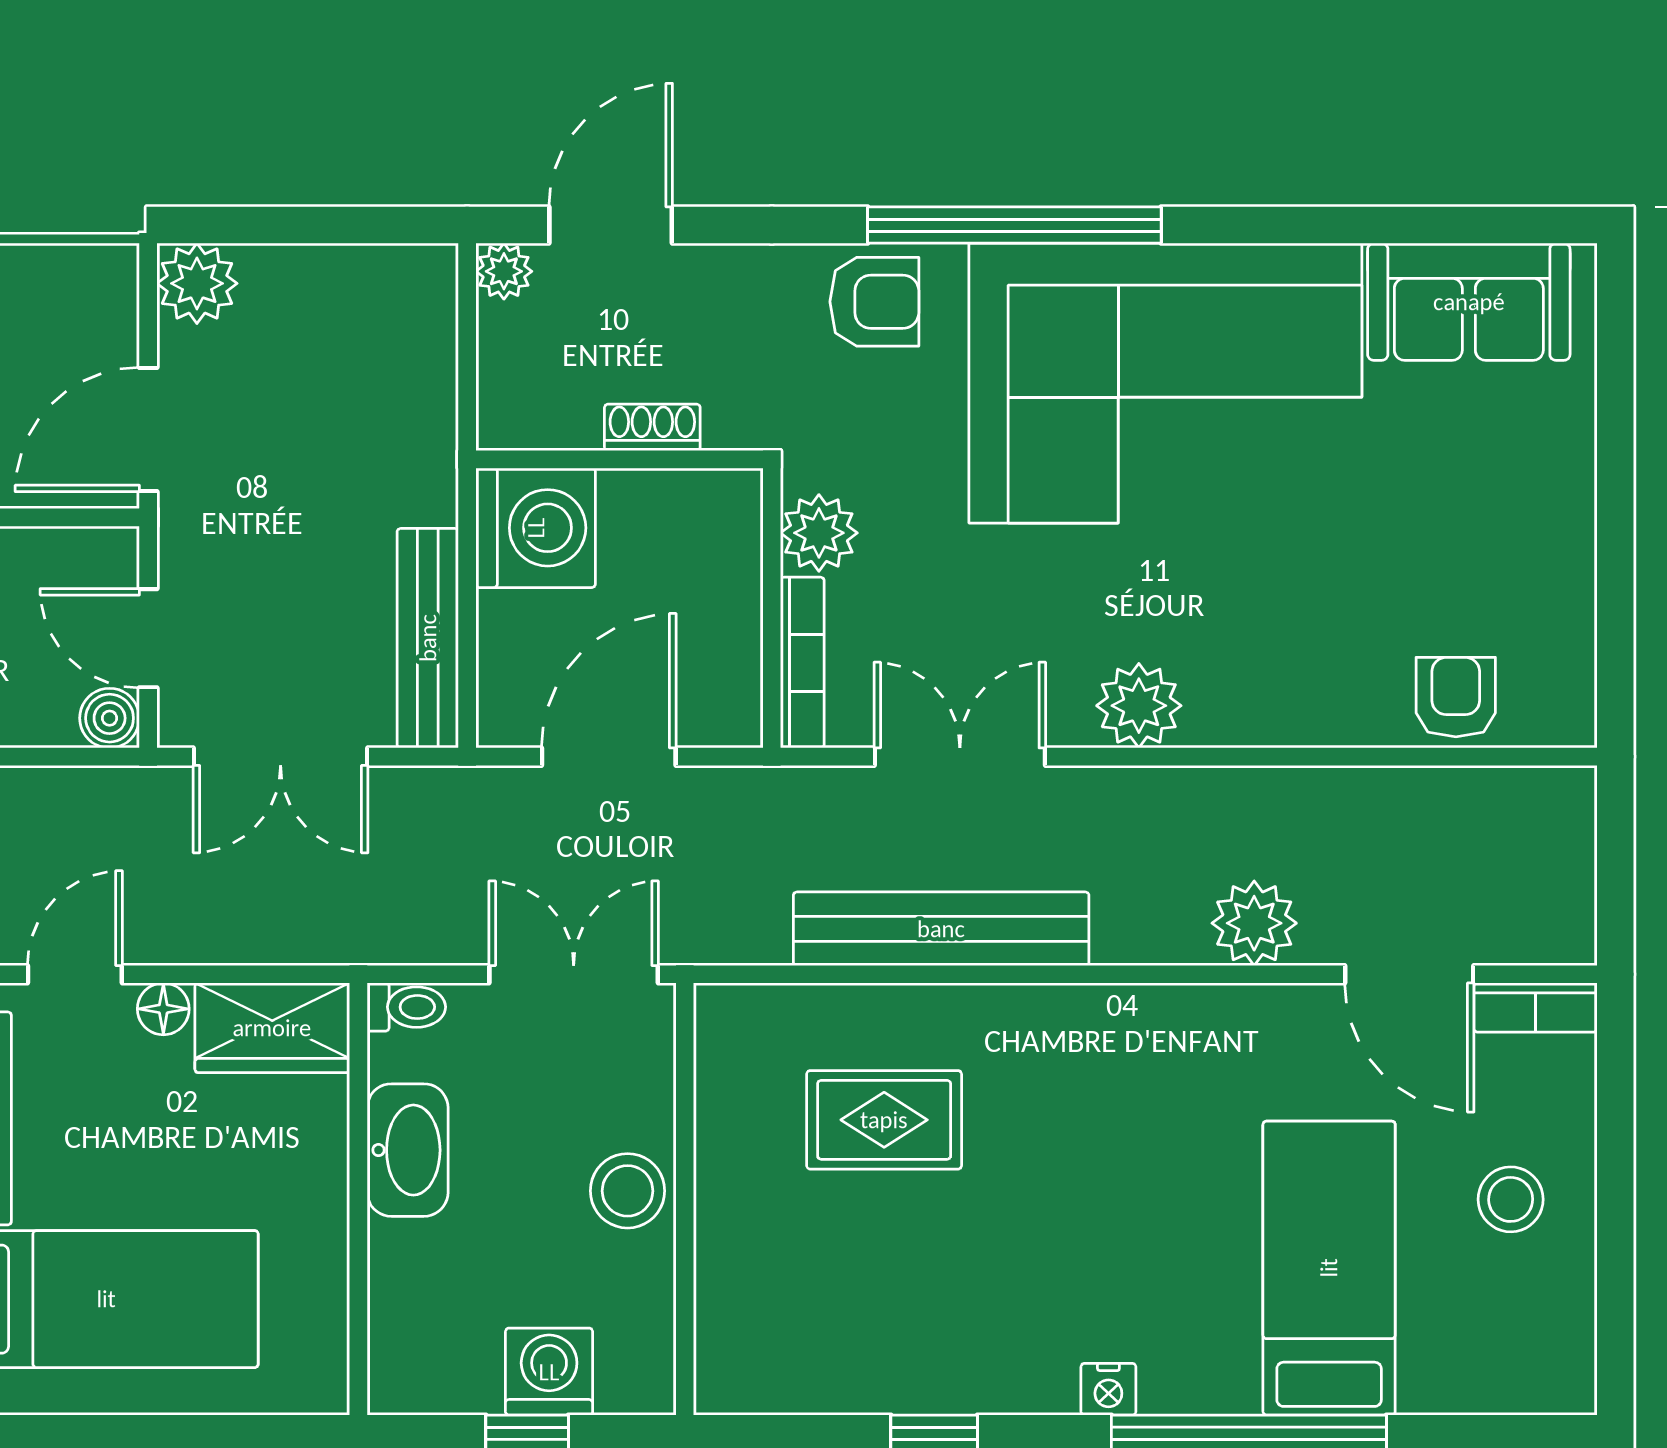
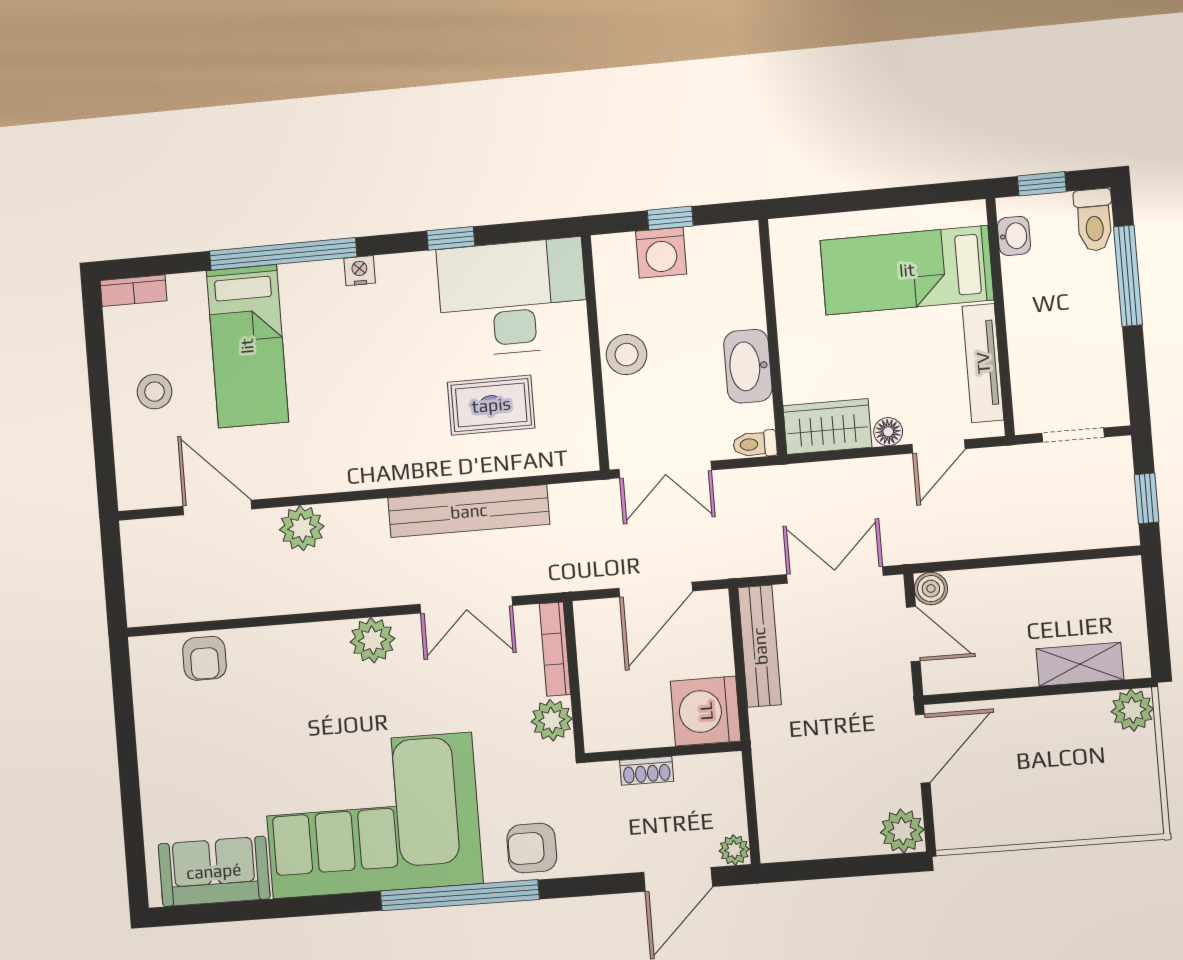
bookcase: (1535, 1008) -> (134, 291), moved, turned 180
desk: (828, 1314) -> (513, 297), added

